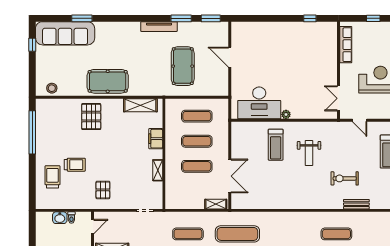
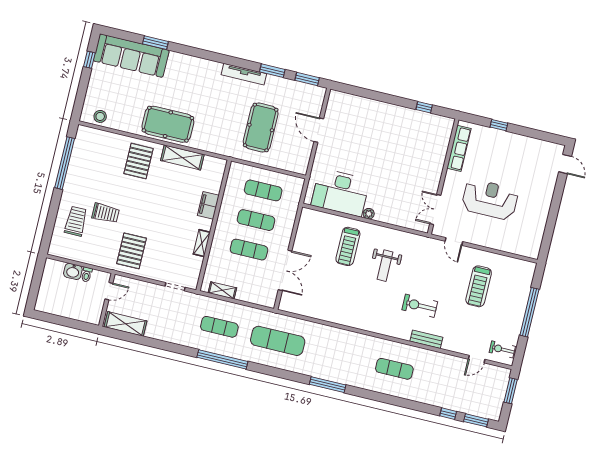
shelving: (140, 105) -> (182, 158), moved
pallet: (103, 190) -> (132, 251), width x1.50, depth x1.42
shelving: (216, 204) -> (222, 290), moved

